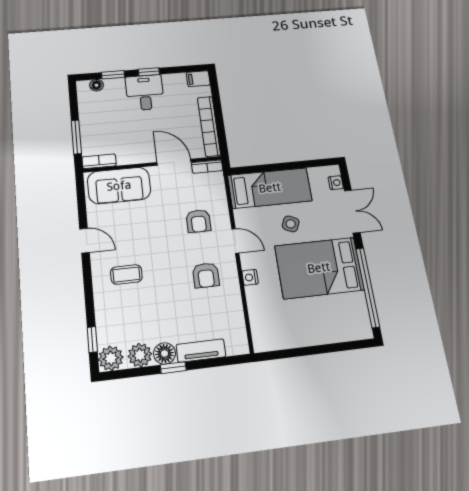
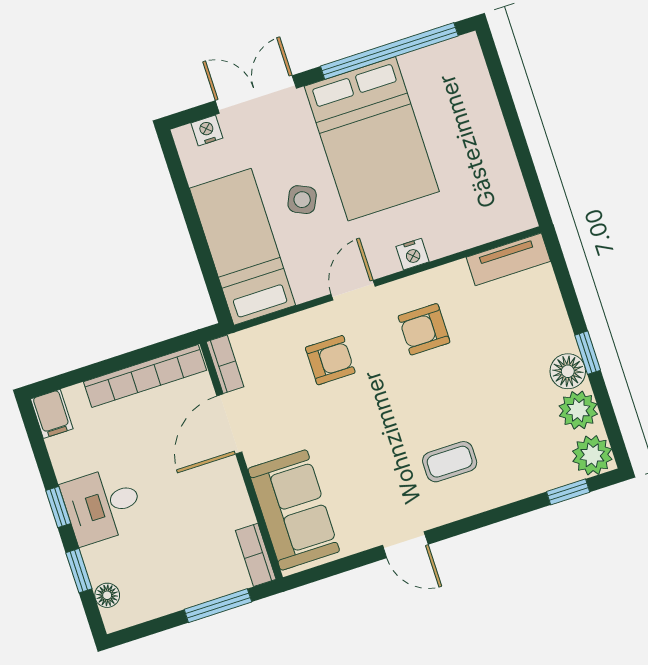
door: (84, 241) -> (405, 545), swing flipped
coffee table: (126, 275) -> (450, 462), turned 90
armchair: (206, 275) -> (424, 329), turned 180
tv unit: (201, 351) -> (508, 259), moved, turned -90

